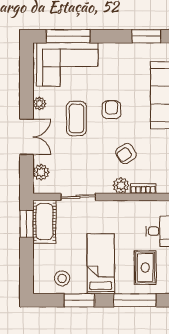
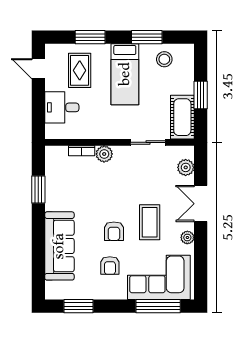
armchair: (126, 154) -> (110, 266), moved, turned 122
window: (27, 224) -> (201, 95), moved
window: (135, 300) -> (90, 37), width x0.69

